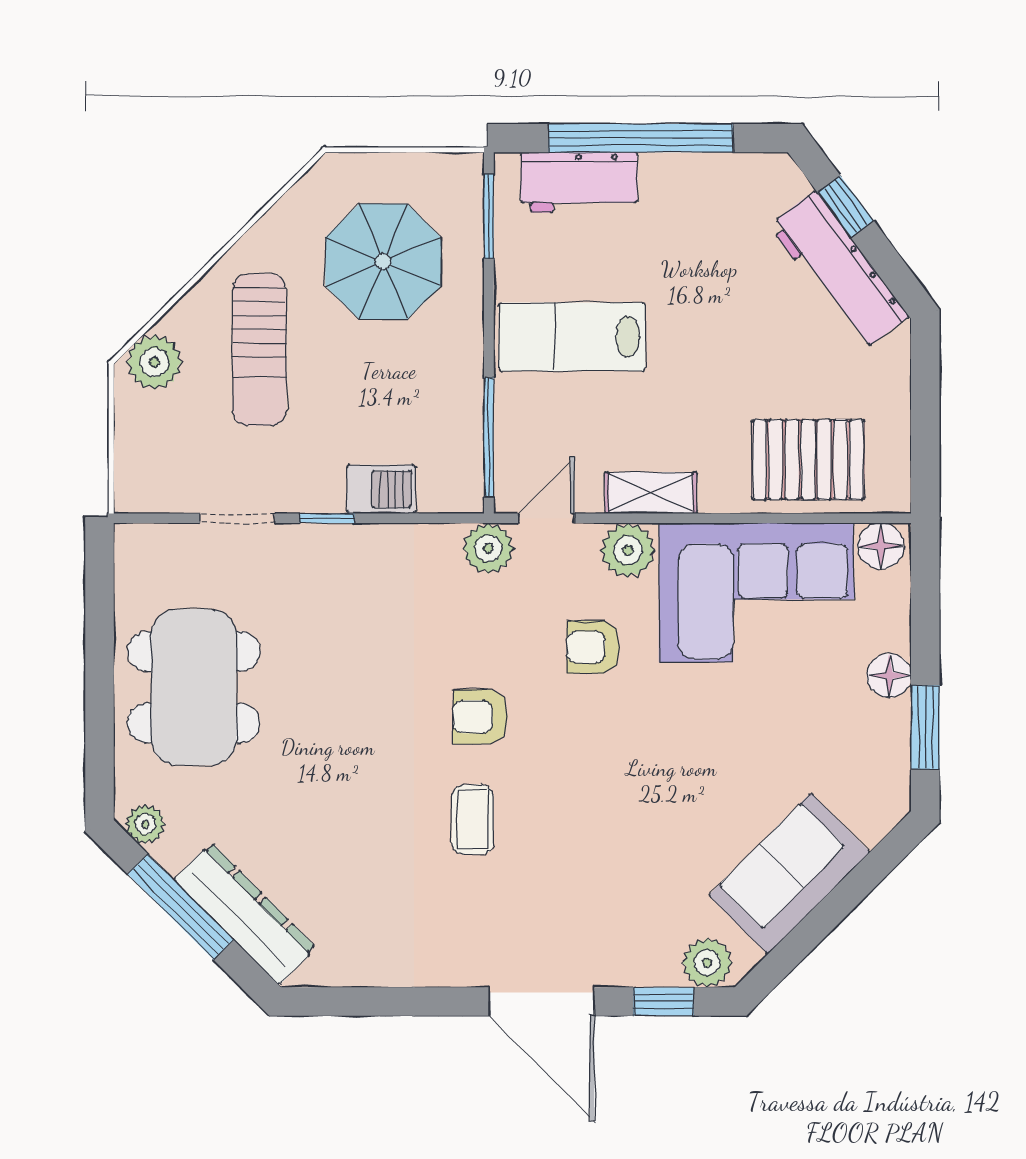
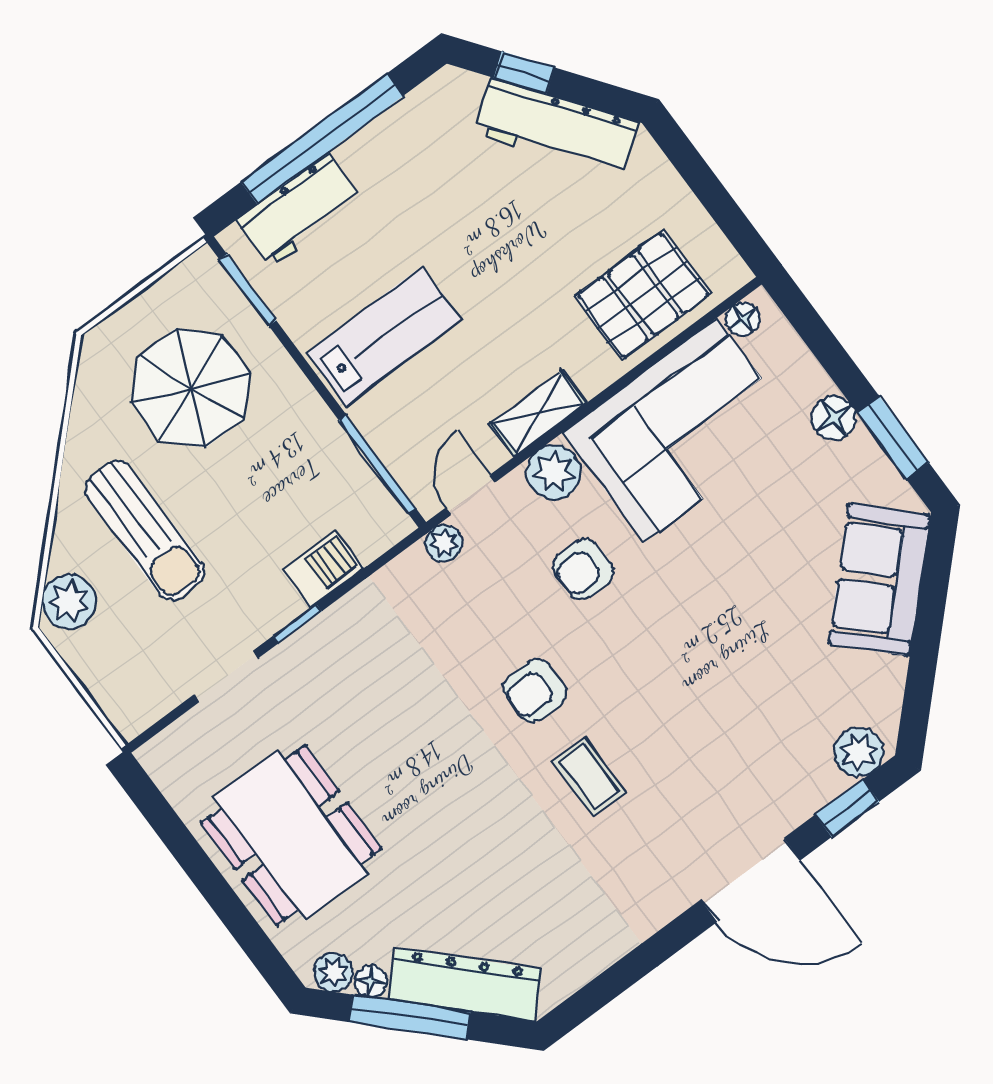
lab bench: (572, 337) -> (384, 336), turned 180
floor lamp: (881, 546) -> (743, 319), width x0.73, depth x0.73
plant: (488, 548) -> (444, 543), width x0.73, depth x0.73
floor lamp: (171, 854) -> (371, 981), added
sofa: (789, 874) -> (879, 579), moved

